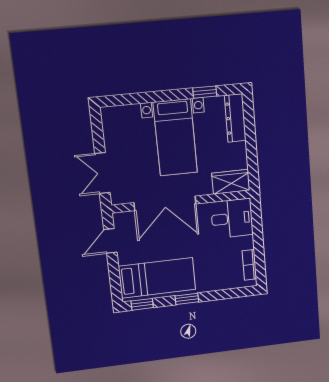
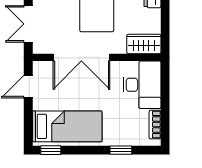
desk: (232, 218) -> (142, 85), width x1.37
window: (187, 299) -> (121, 150), moved

